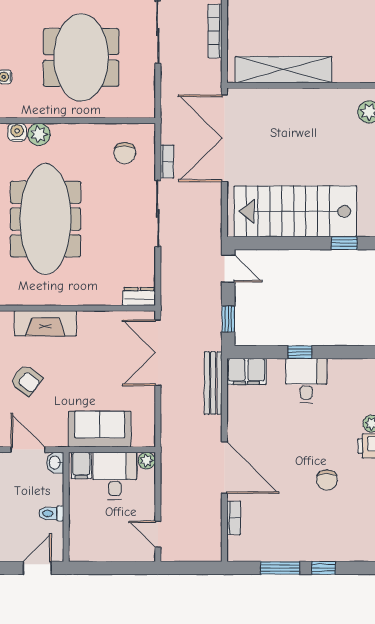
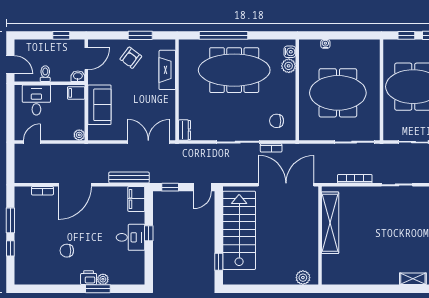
desk: (115, 476) -> (36, 100), moved, turned -90

